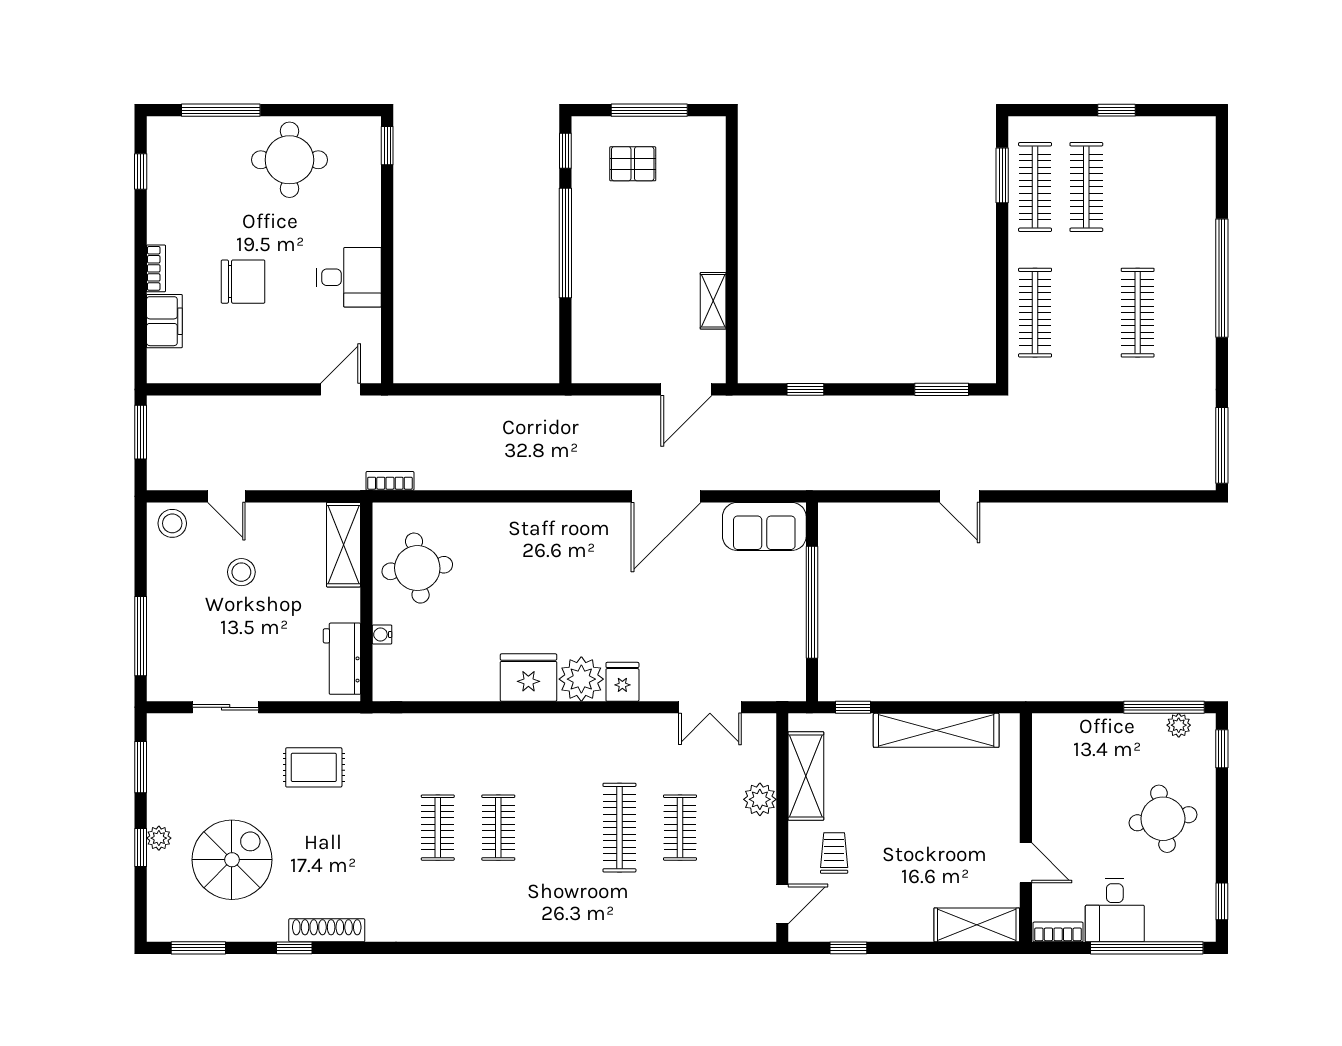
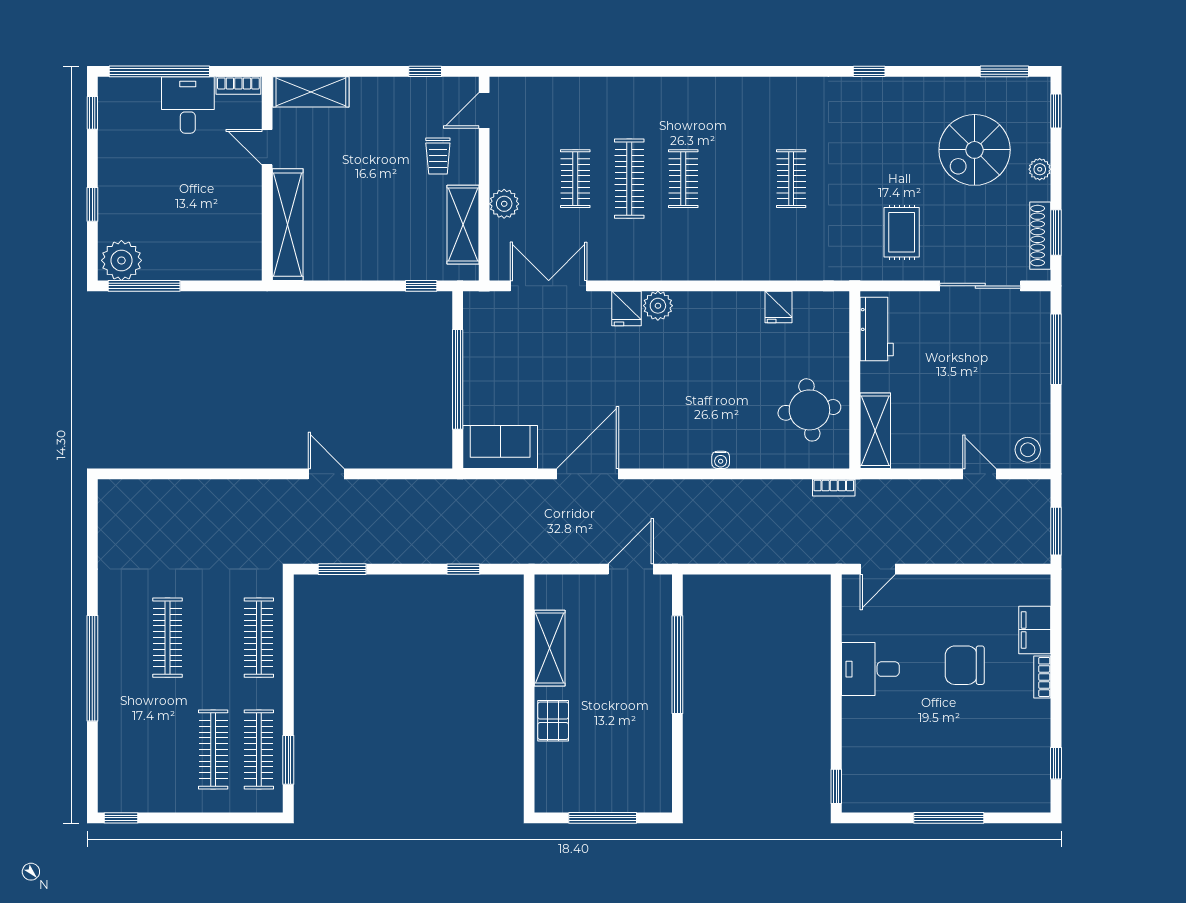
window: (221, 110) -> (949, 818), moved
window: (1117, 110) -> (121, 818), moved
window: (565, 151) -> (677, 782), removed
round table: (289, 160) -> (923, 774), removed
pallet: (633, 164) -> (553, 721), moved, turned 90
window: (565, 243) -> (677, 665), moved
shelving: (713, 301) -> (550, 648), width x1.50, depth x1.33
door: (686, 389) -> (631, 569), moved
window: (1222, 445) -> (92, 519), removed
stool: (241, 572) -> (966, 406), removed
water cooler: (382, 634) -> (721, 460), moved, turned 90
fridge: (528, 678) -> (779, 307), moved, width x0.53, depth x0.75
plant: (581, 679) -> (658, 306), width x0.73, depth x0.73
sliding door: (226, 707) -> (980, 286), width x1.37
double door: (710, 707) -> (549, 286), width x1.37
plant: (1179, 725) -> (121, 260), width x1.87, depth x1.87
shelving: (936, 730) -> (288, 225), moved, turned 90
window: (1222, 749) -> (92, 204), moved
rug: (314, 767) -> (902, 232), turned 90
round table: (1163, 819) -> (145, 187), removed
clothes rail: (498, 828) -> (683, 179), moved
window: (141, 847) -> (1056, 111), moved
shoe rack: (327, 930) -> (1040, 236), moved, turned 90
window: (294, 948) -> (869, 71), moved

